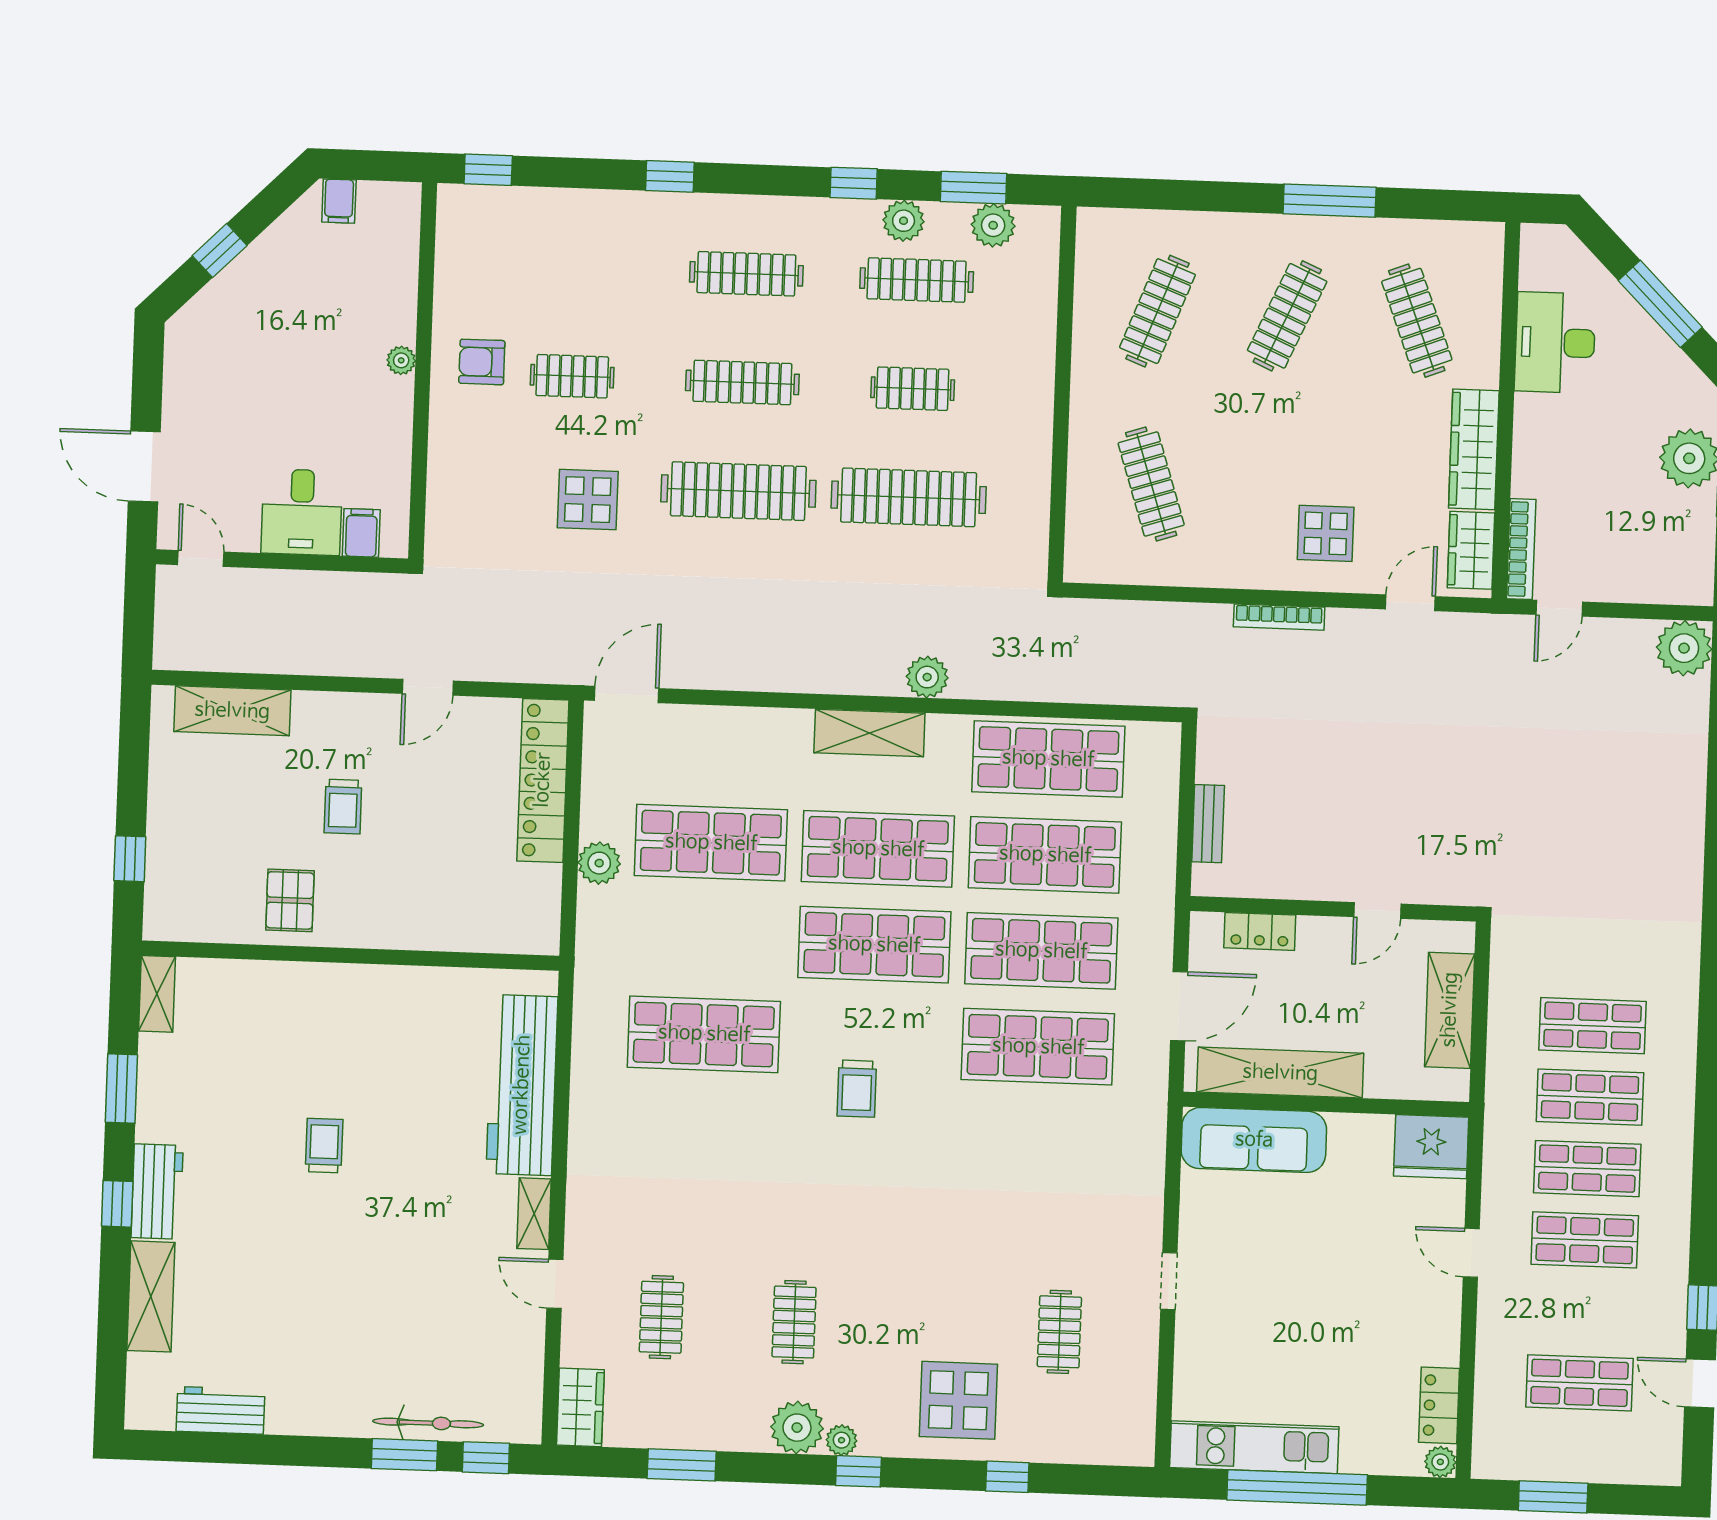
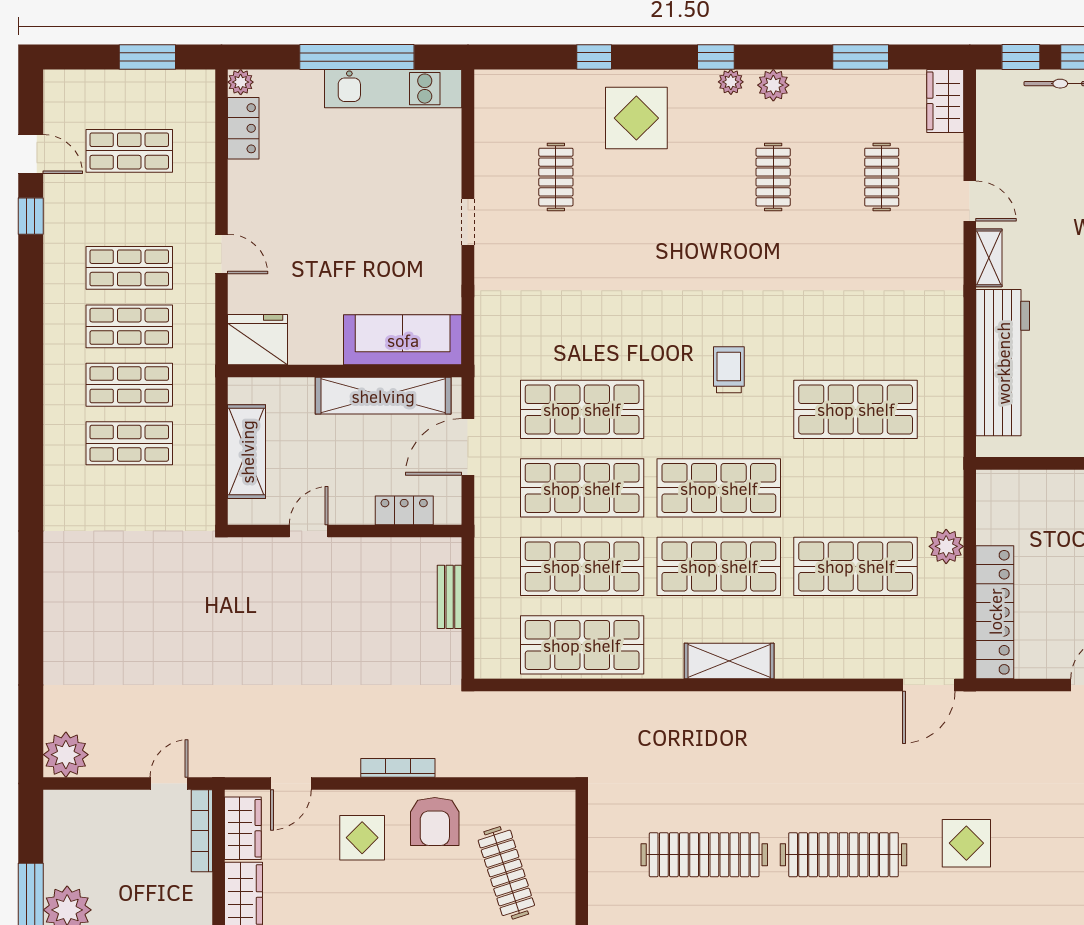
armchair: (1236, 550) -> (435, 821), added
plant: (927, 677) -> (684, 708), removed
plant: (797, 1428) -> (773, 85), width x0.73, depth x0.73

